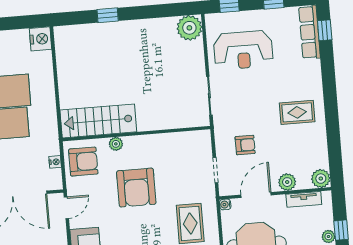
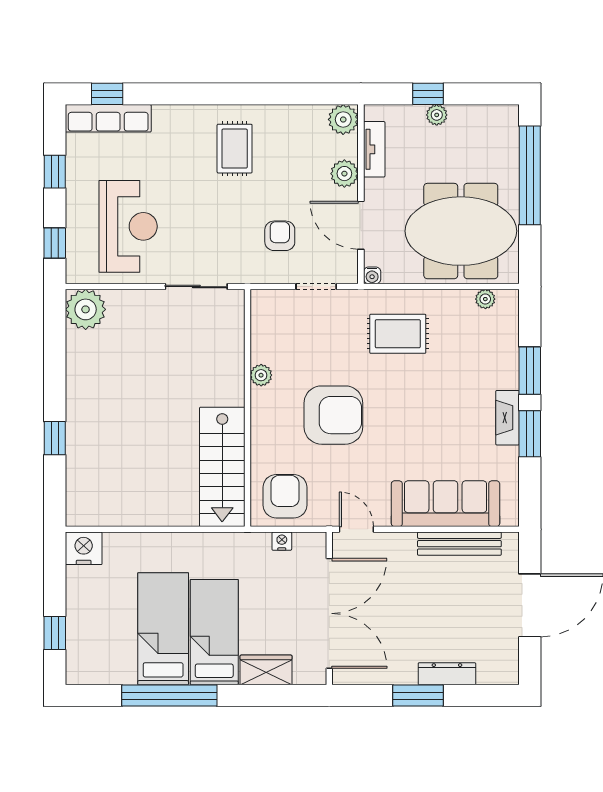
plant: (116, 144) -> (261, 375), moved

